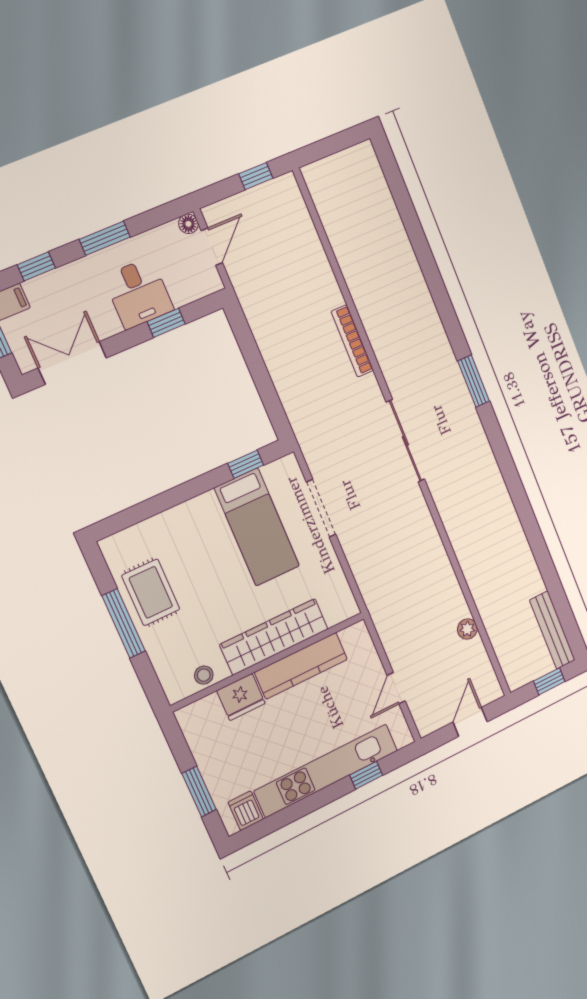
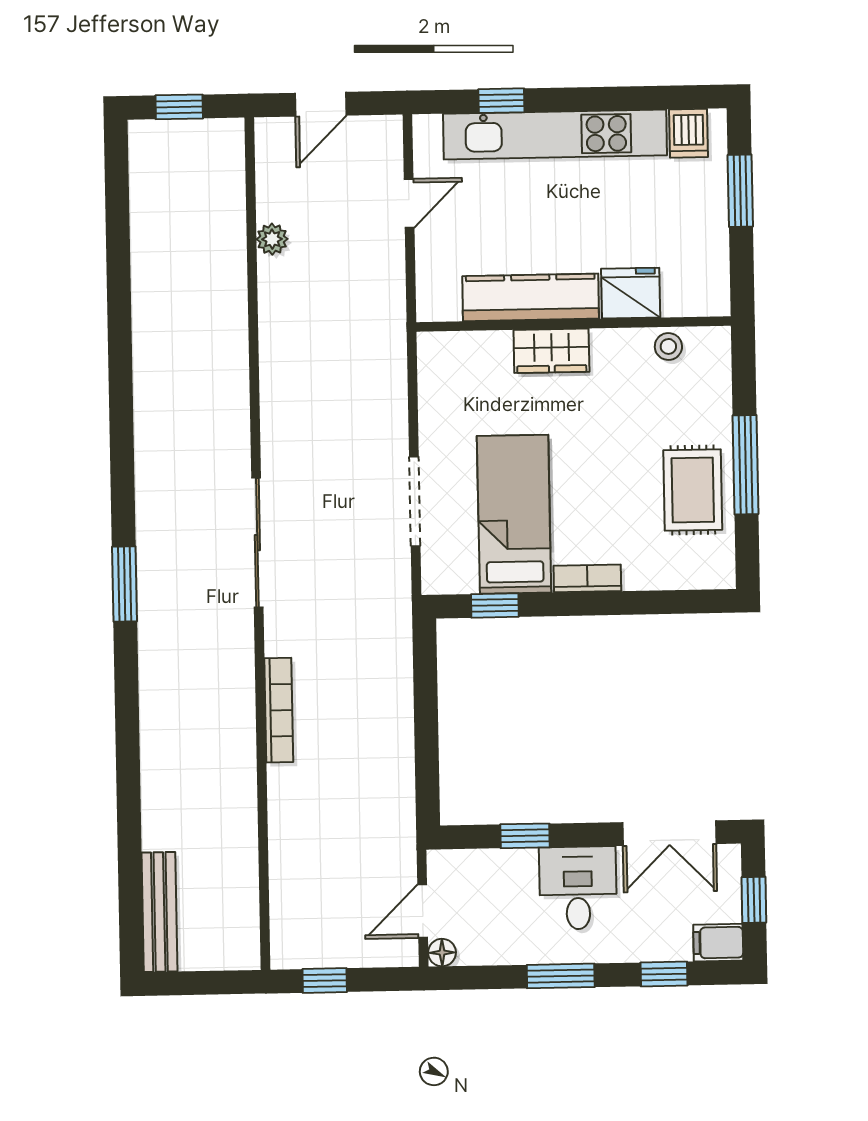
desk: (139, 293) -> (578, 888), moved
bookcase: (194, 507) -> (587, 578), added
bench: (552, 630) -> (159, 912), moved
wardrobe: (274, 637) -> (551, 351), width x0.48, depth x0.85

